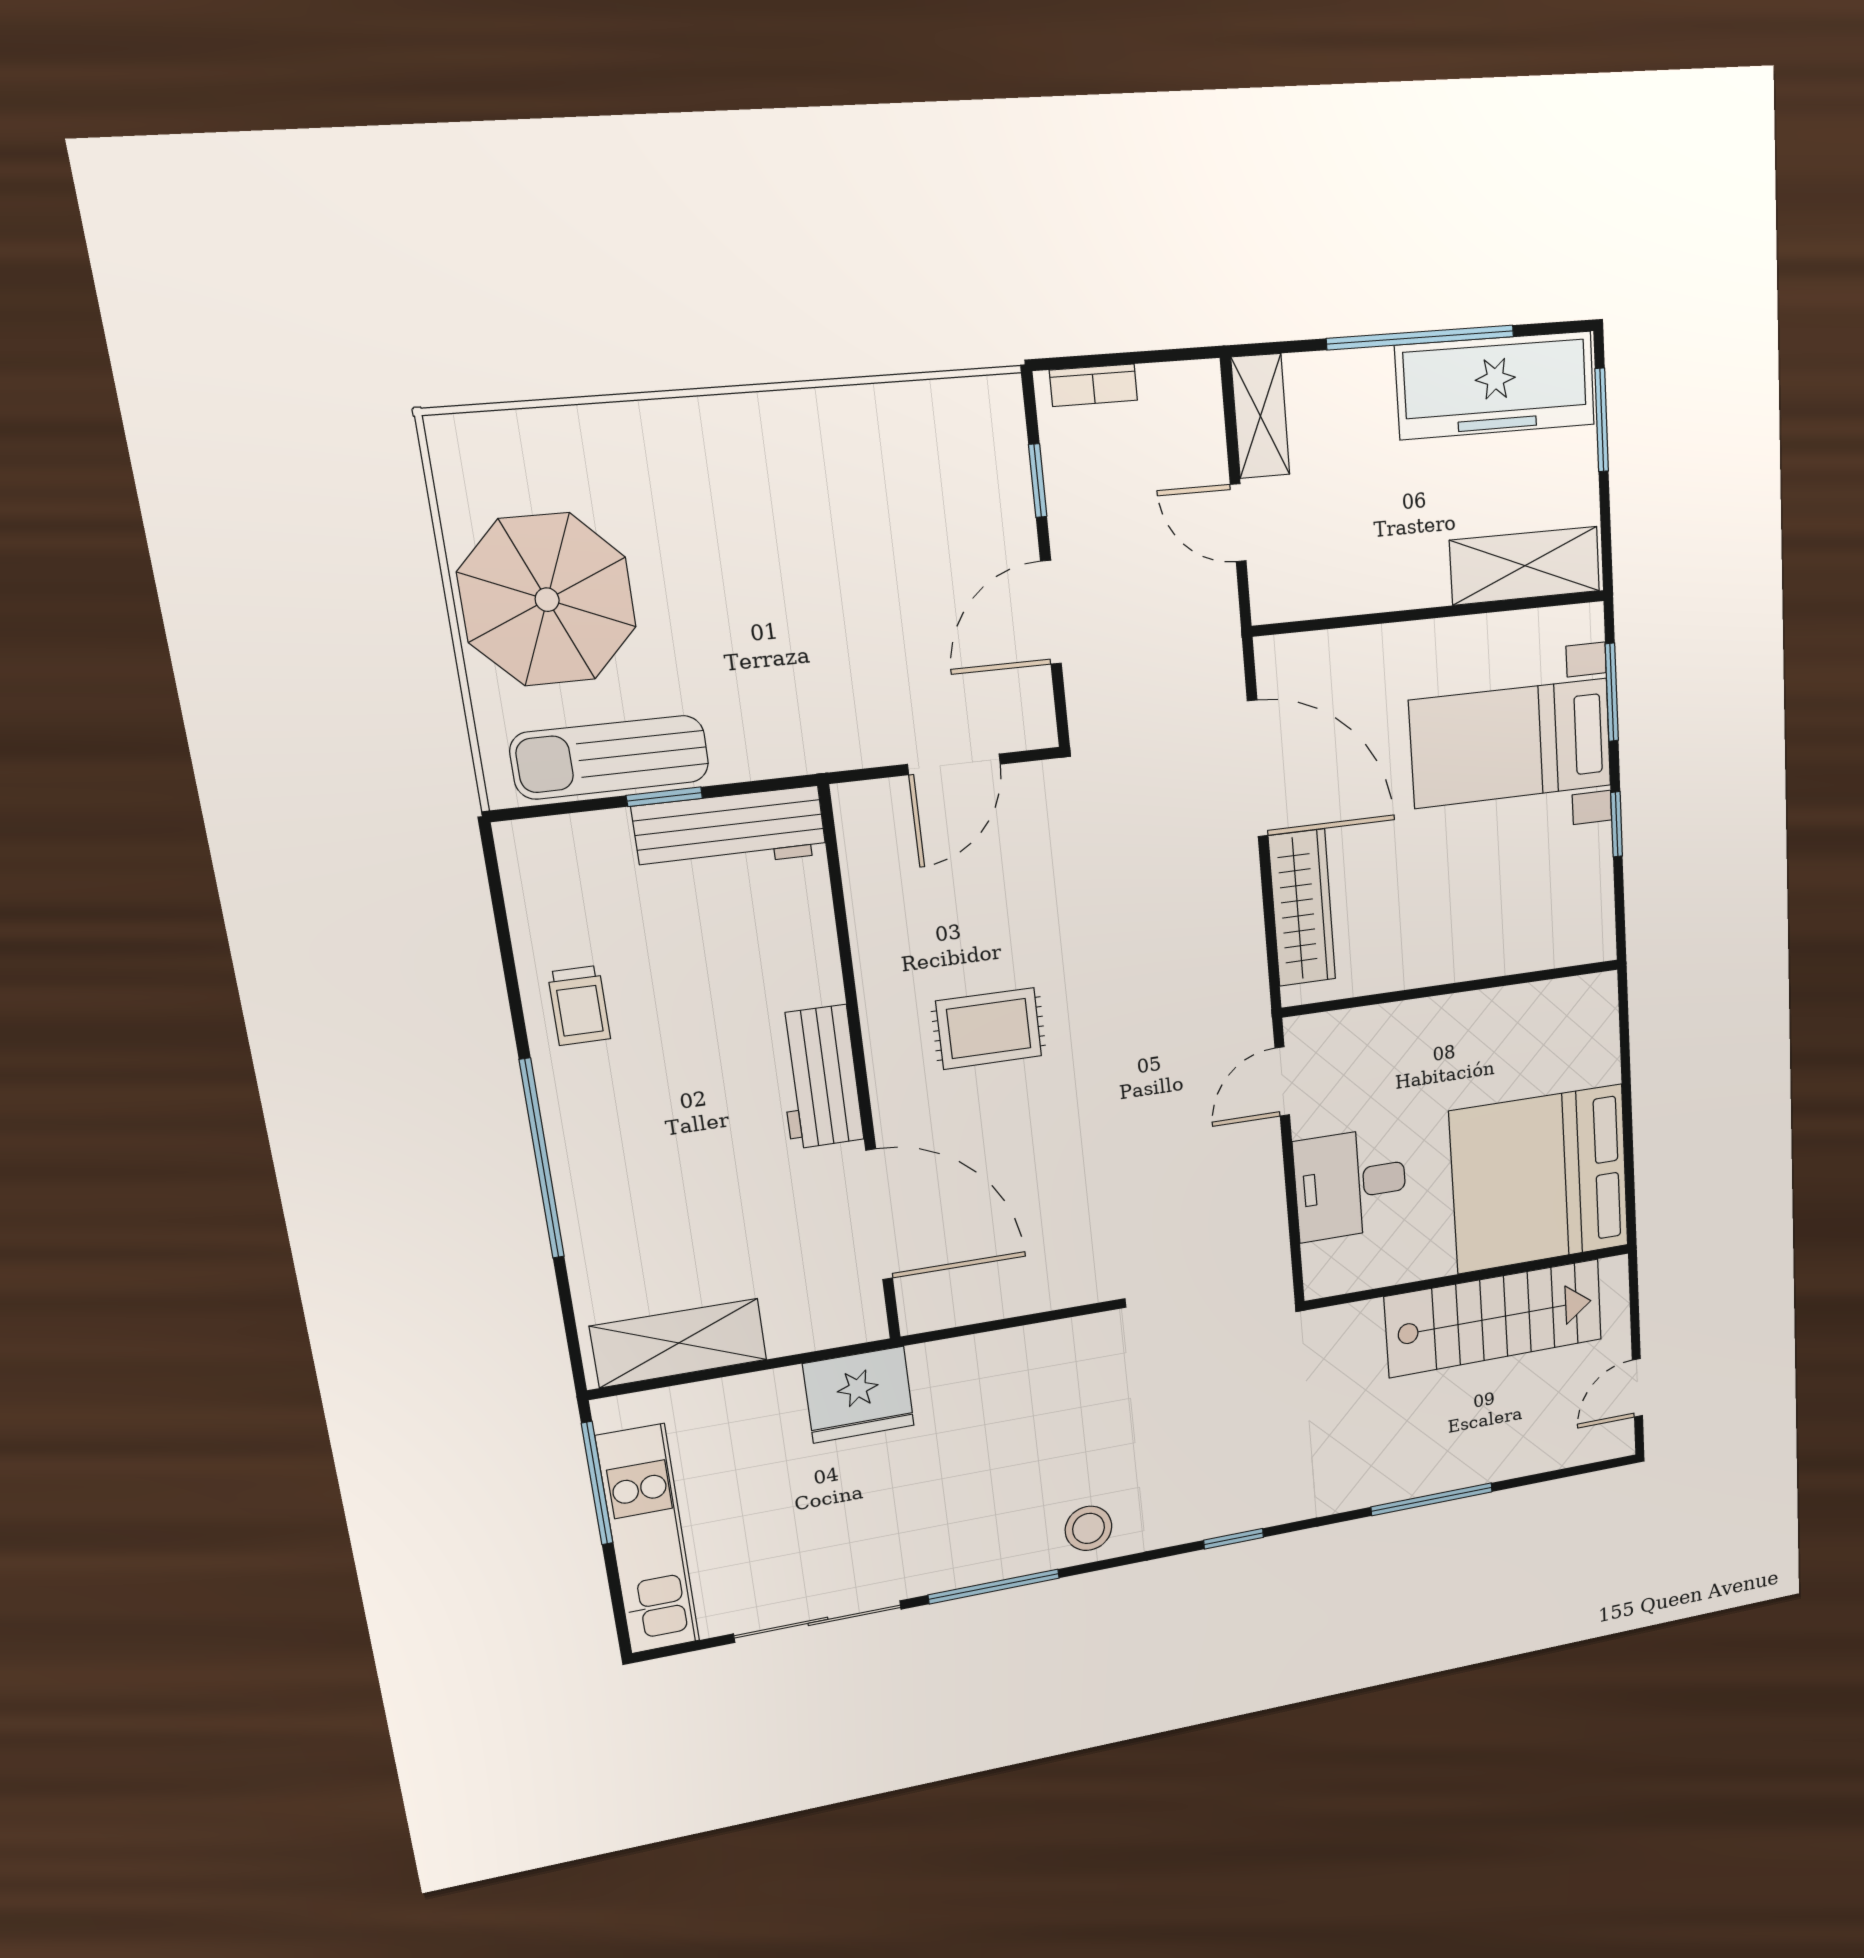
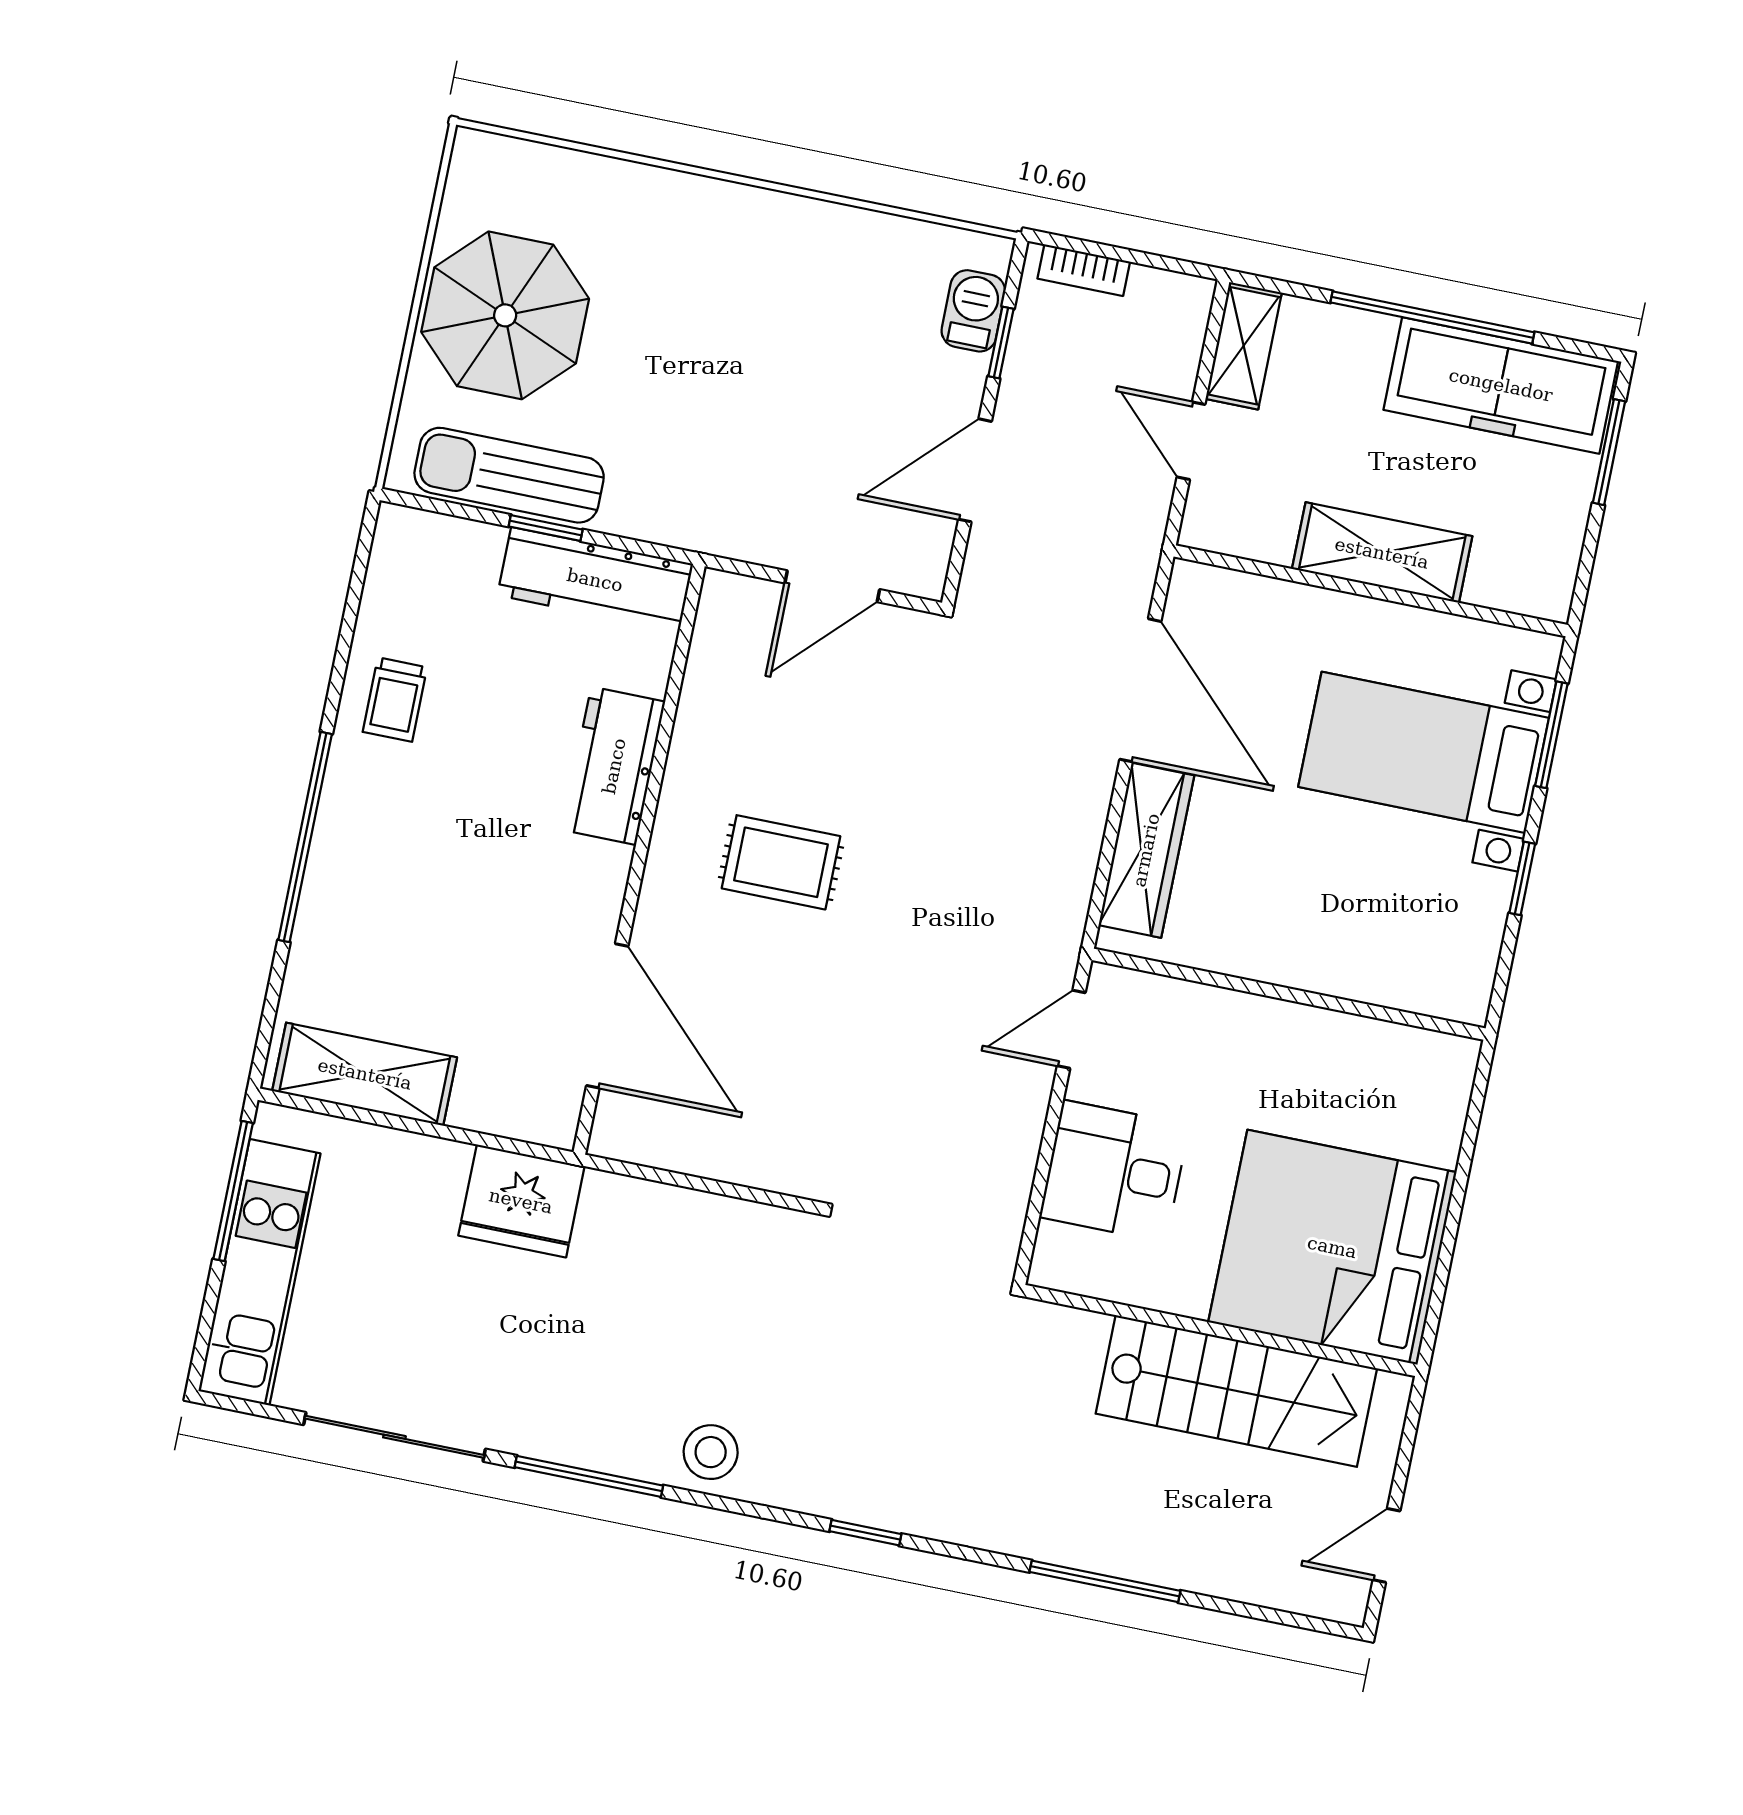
barbecue: (1002, 457) -> (973, 311), added
shelving: (1525, 566) -> (1382, 553), moved
workbench: (819, 1077) -> (614, 766), moved

